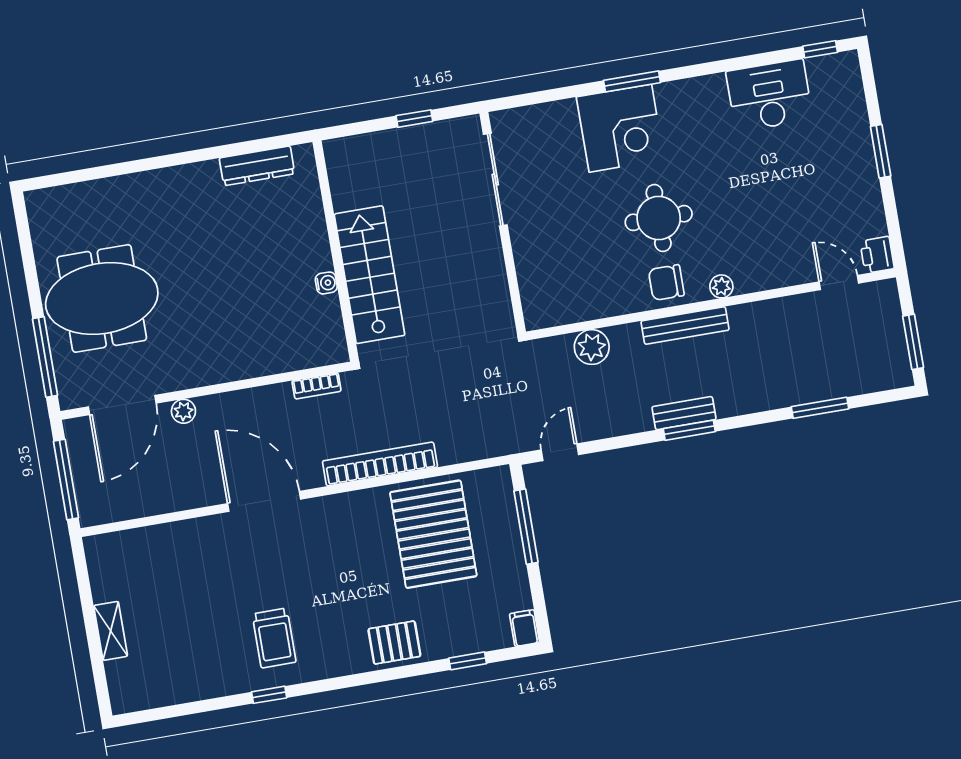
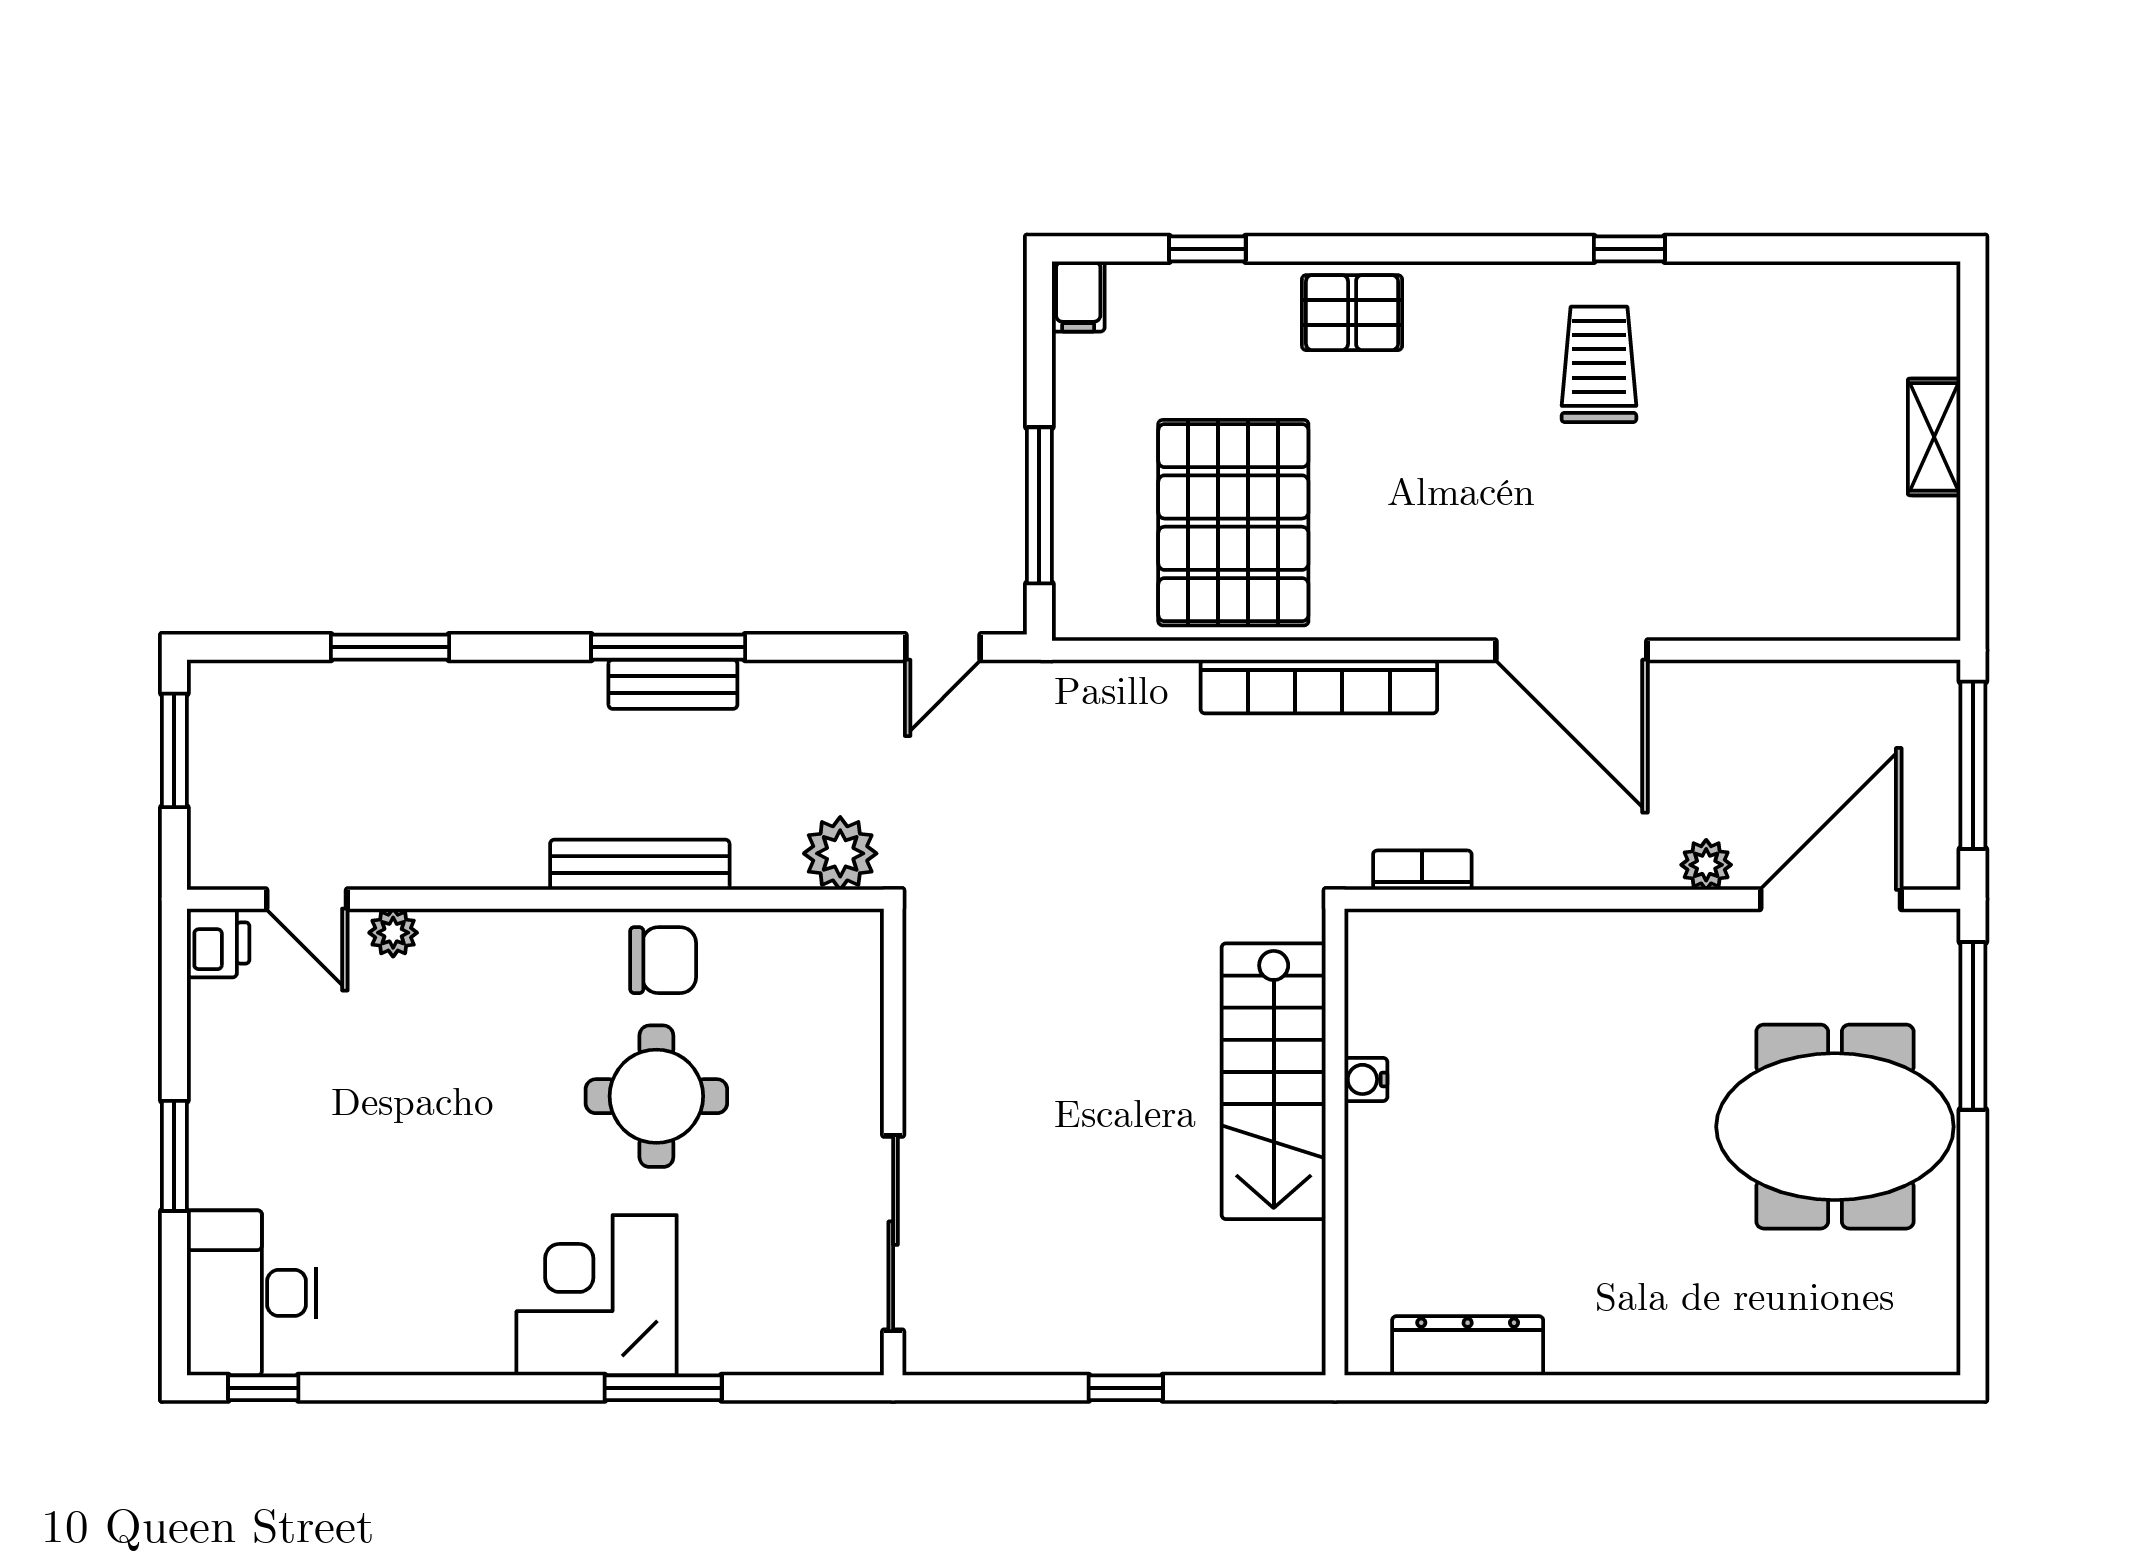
desk: (769, 95) -> (252, 1293), moved, turned 90
corner desk: (620, 128) -> (597, 1295), moved
sliding door: (495, 180) -> (893, 1233), moved
wall: (503, 223) -> (893, 1142), moved
plant: (721, 286) -> (393, 933), moved
window: (689, 430) -> (668, 647), width x1.44

